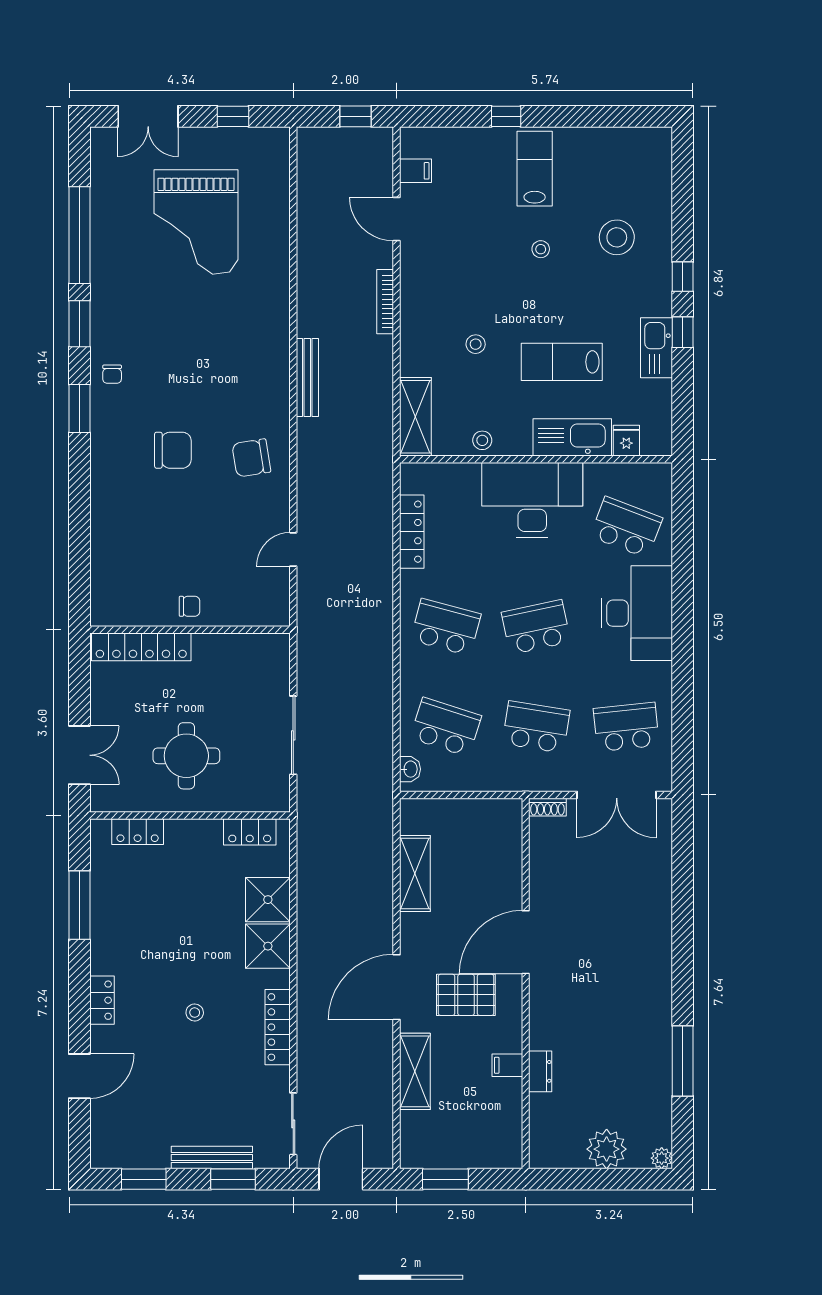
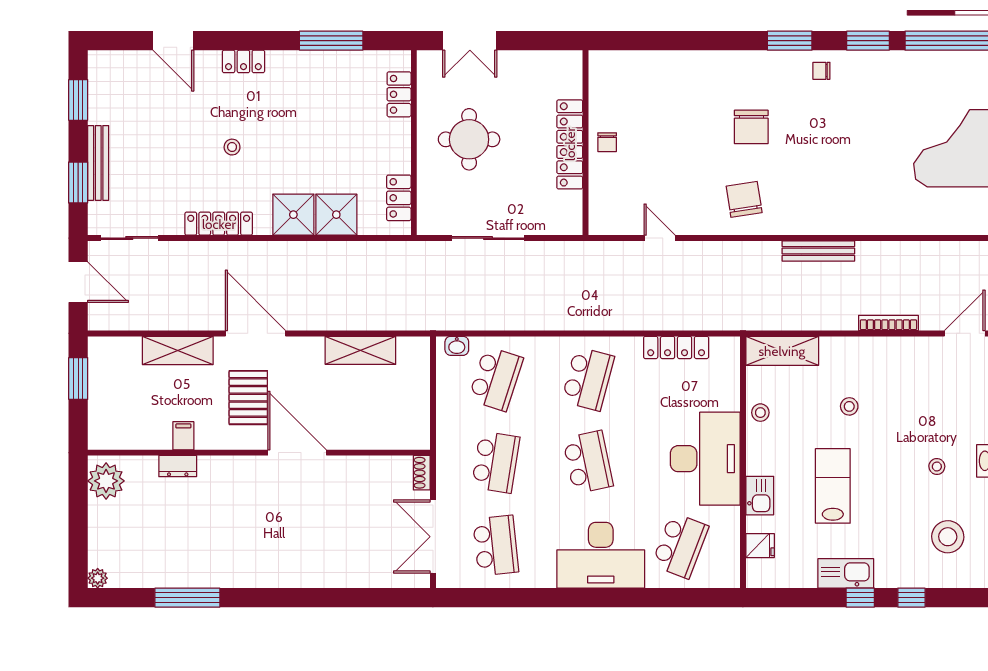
kitchen sink: (572, 437) -> (760, 496), width x0.53, depth x0.81
locker: (141, 647) -> (570, 144), moved
plant: (607, 1149) -> (106, 481), moved

